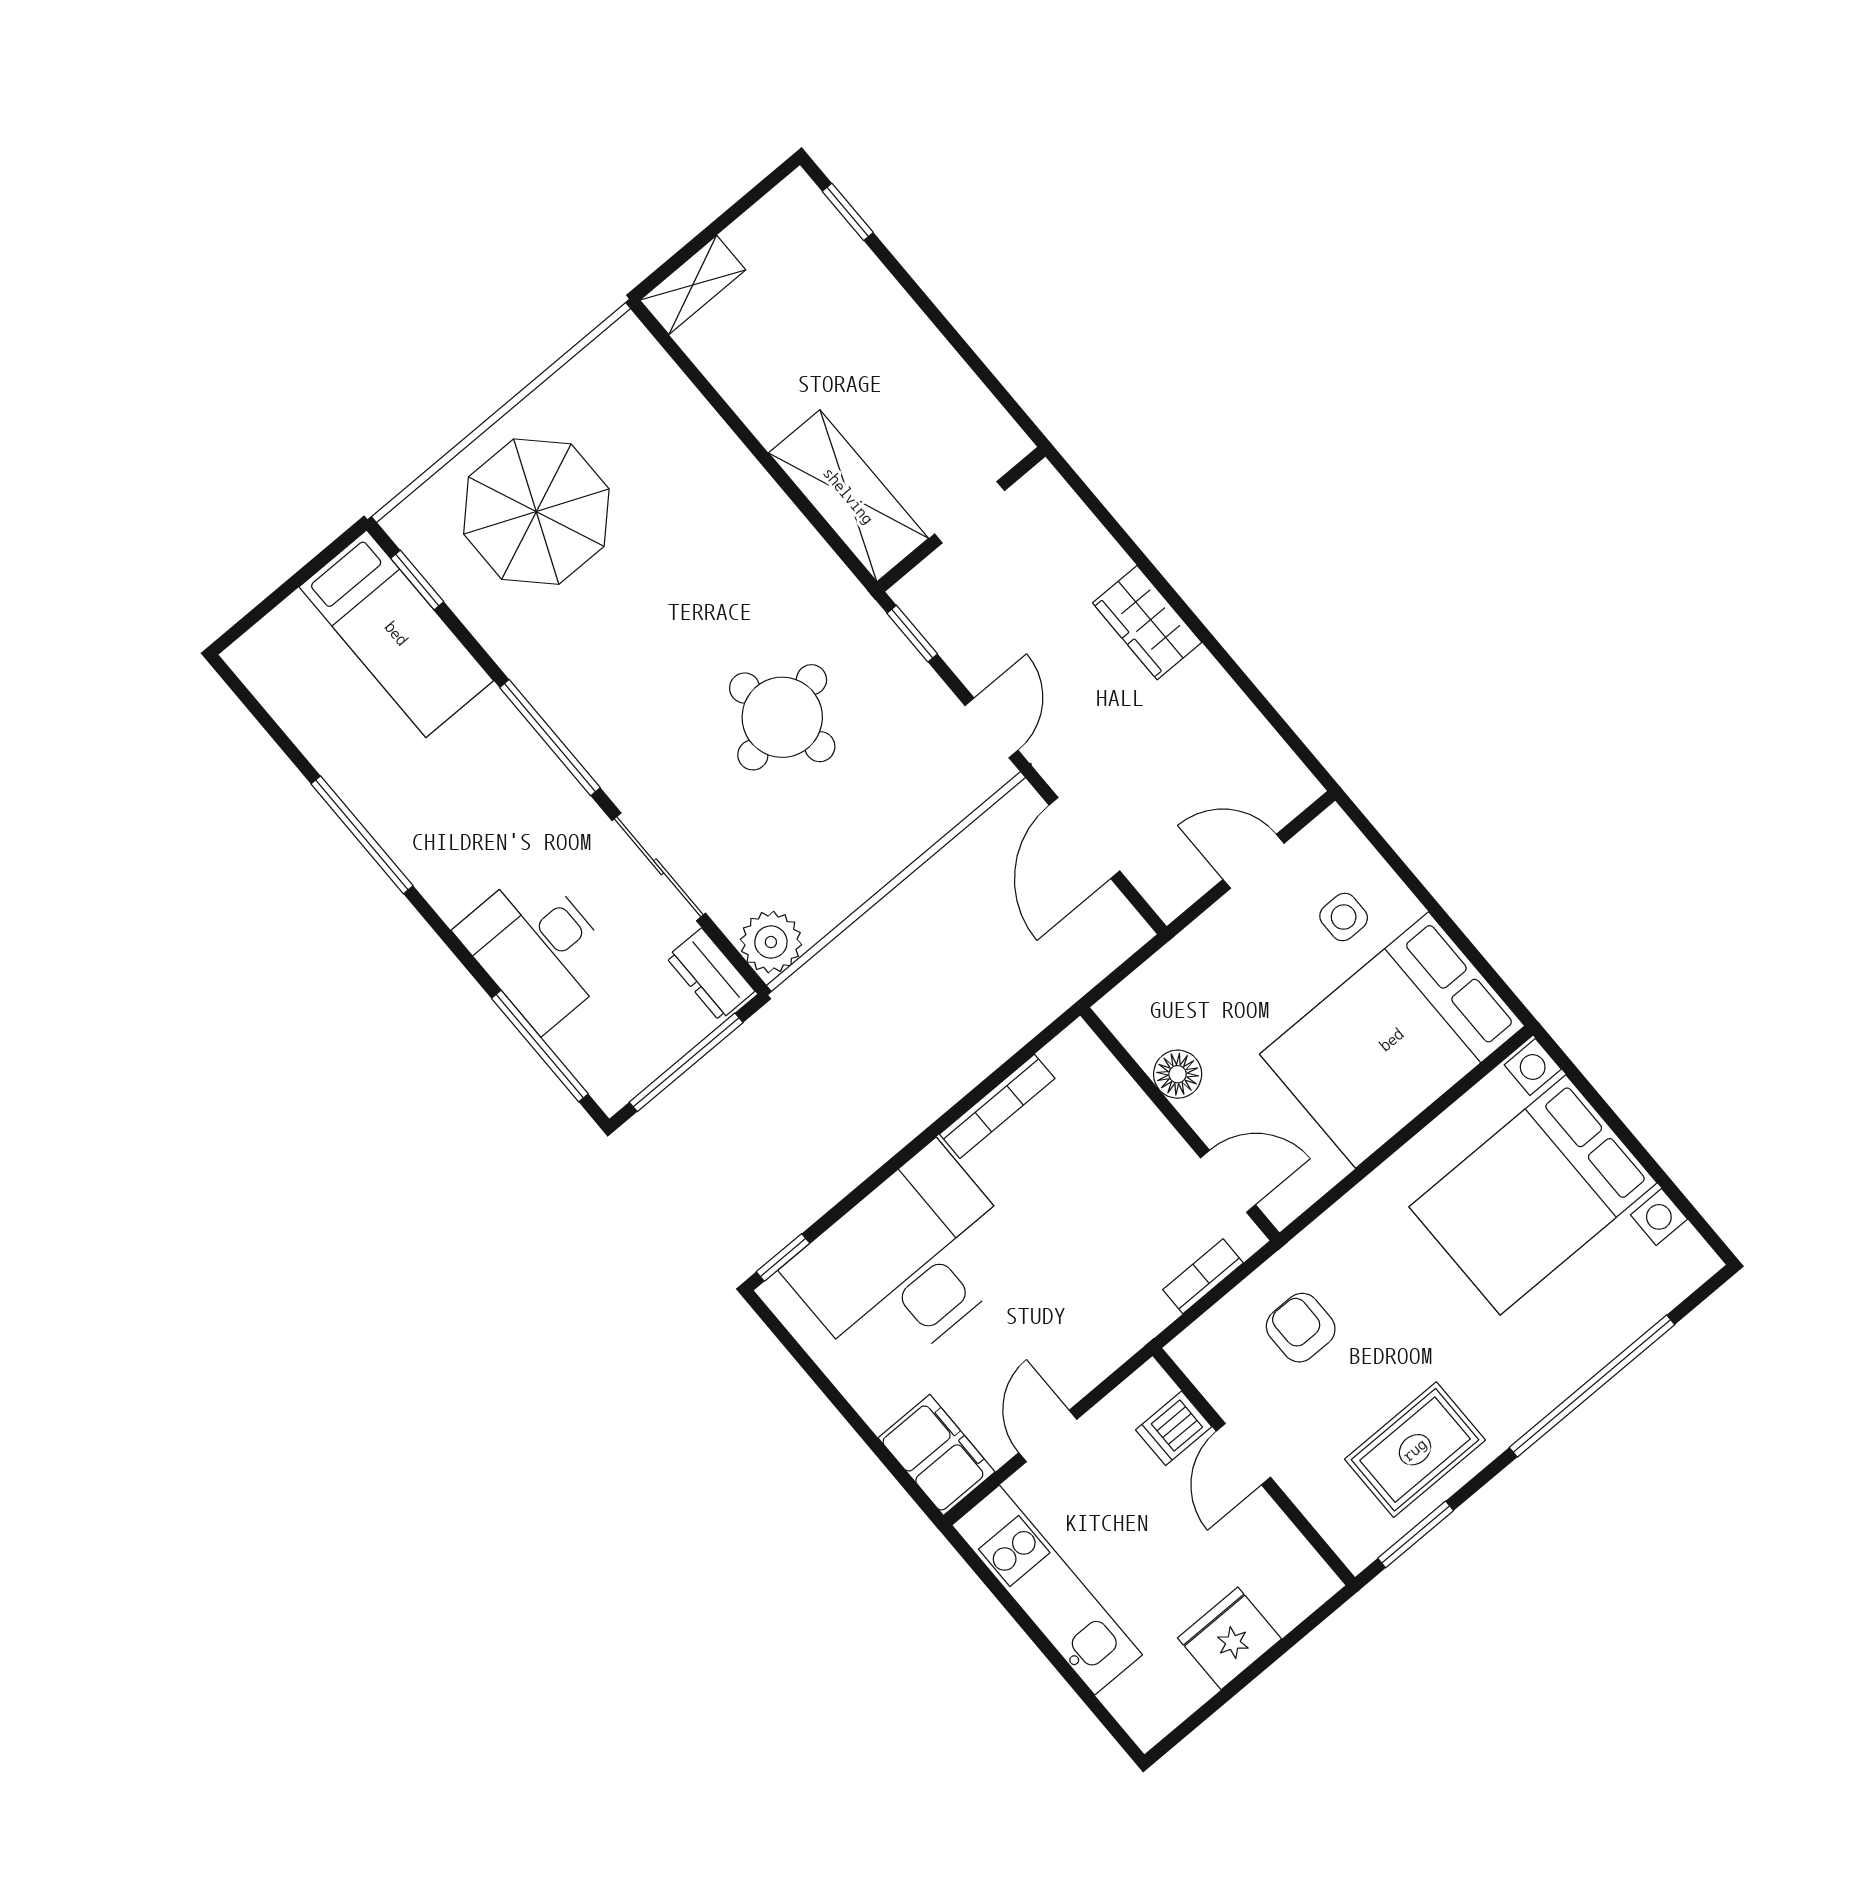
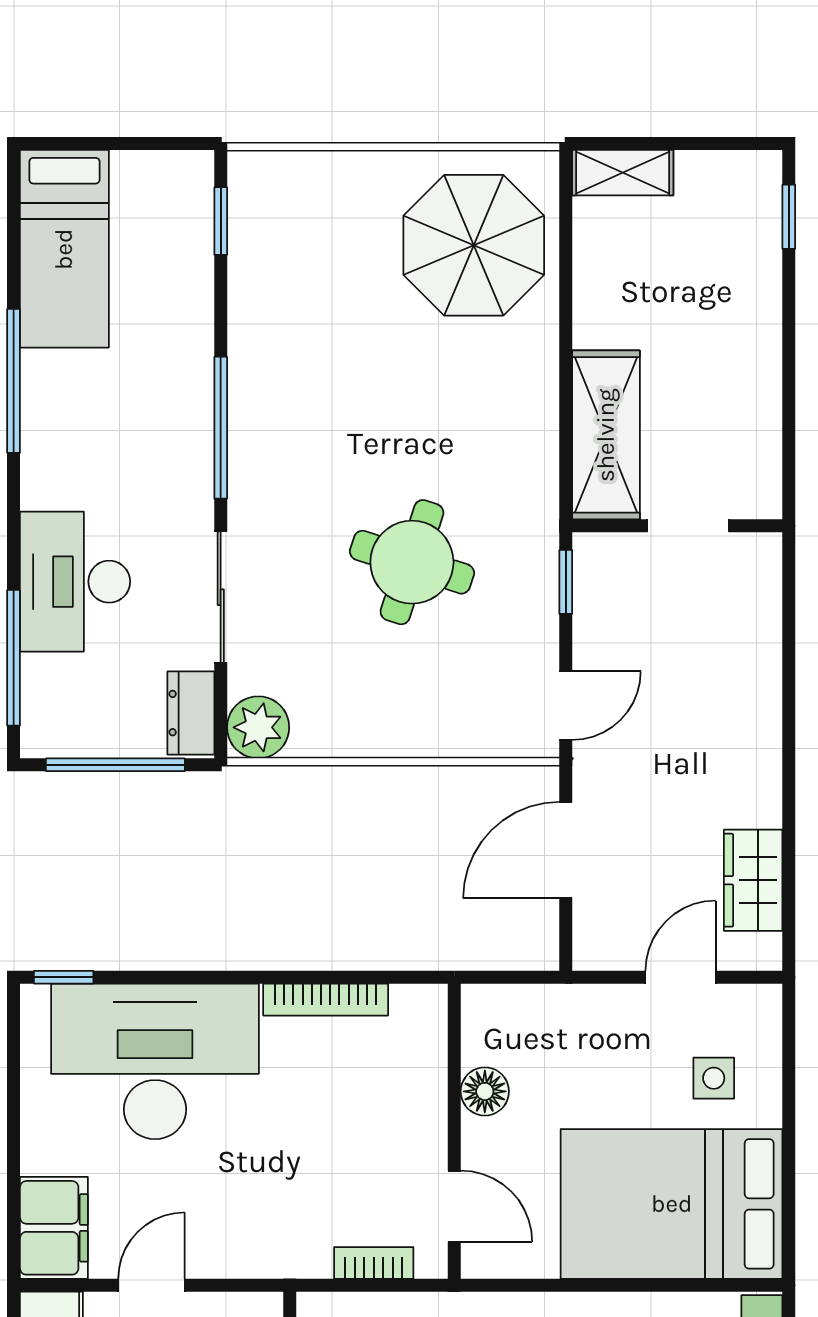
parasol: (536, 512) -> (474, 245), moved
wardrobe: (1147, 623) -> (753, 880), moved
bed: (396, 634) -> (64, 249), moved
round table: (782, 717) -> (412, 562), turned 30
door: (1254, 861) -> (681, 977), hinge flipped

